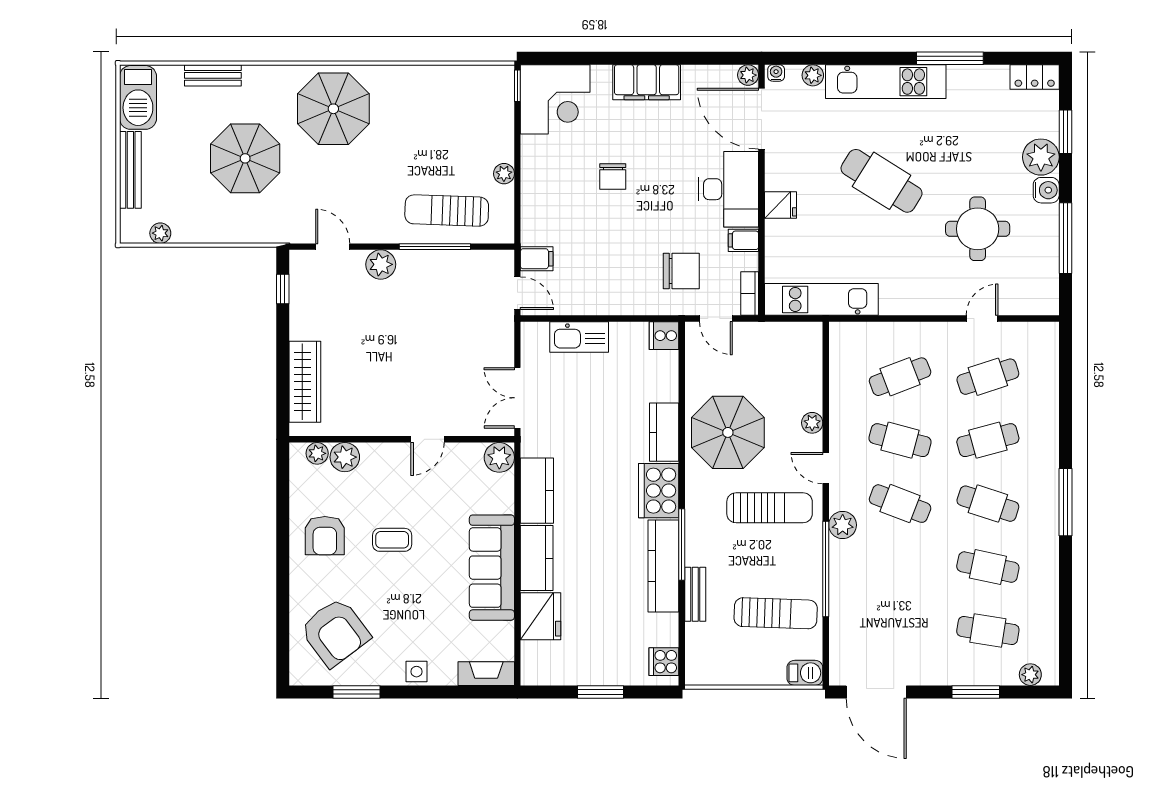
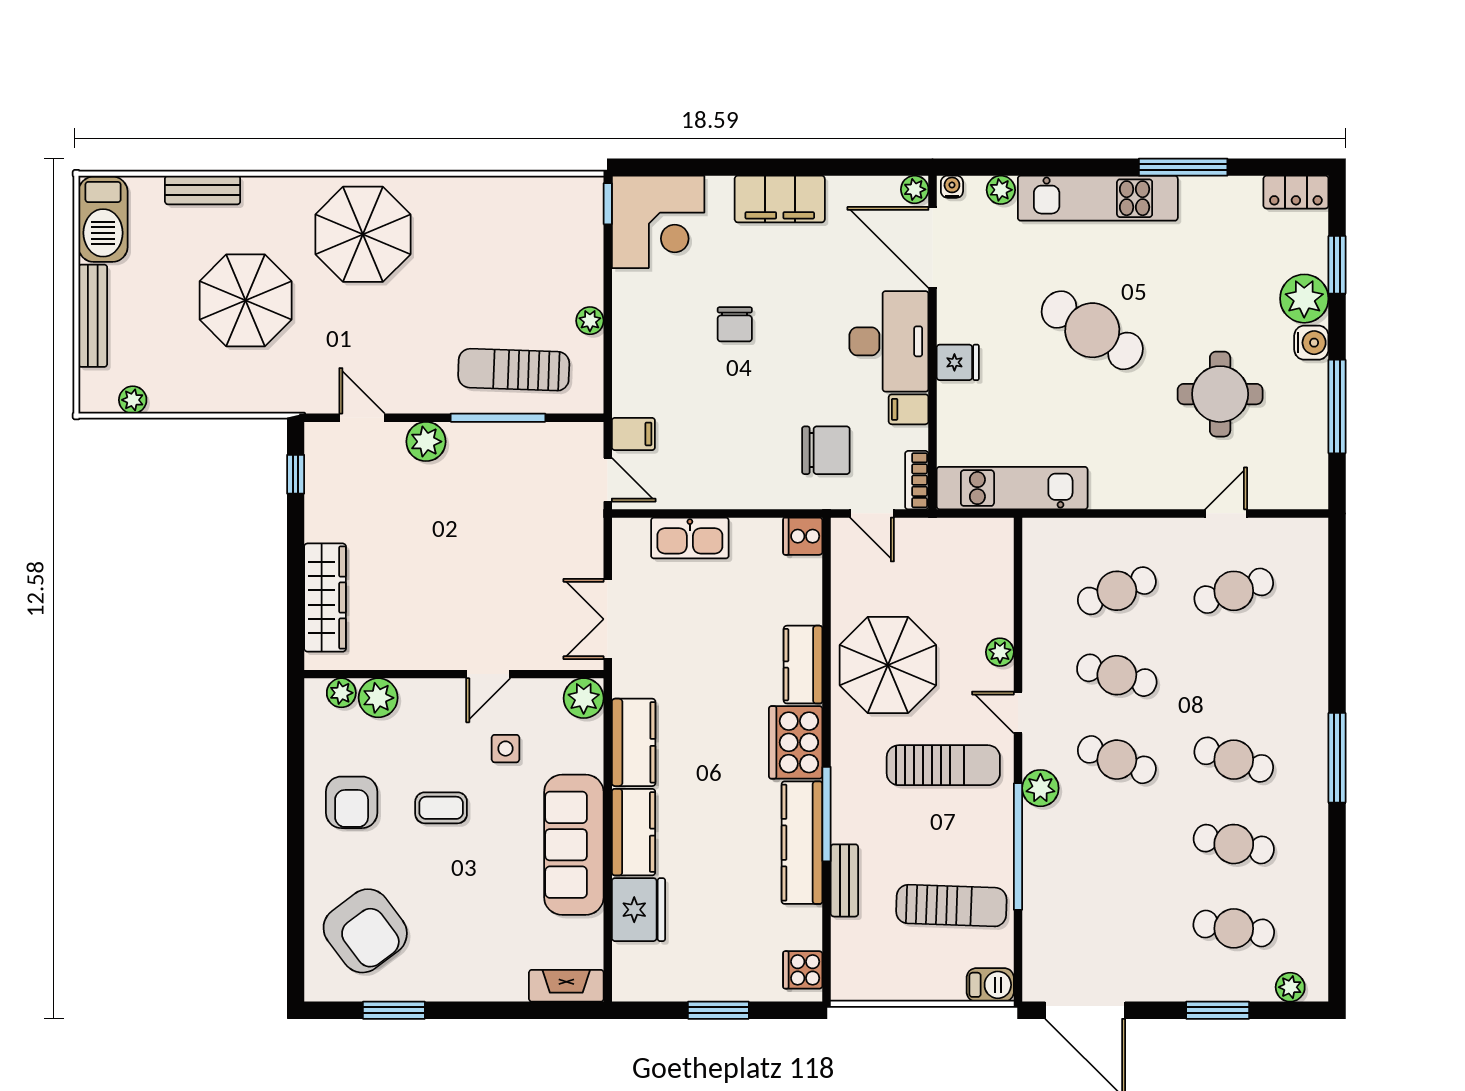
cafe table: (988, 440) -> (1234, 675), removed
side table: (416, 672) -> (505, 749), moved

